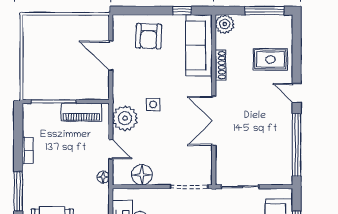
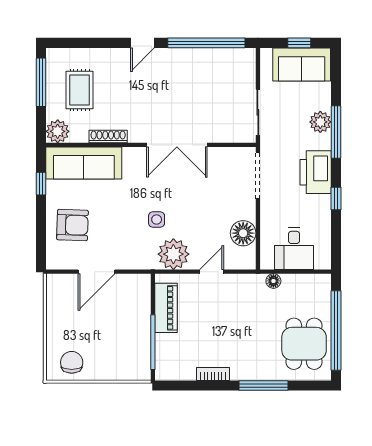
chair: (37, 36) -> (72, 362), added
rug: (270, 59) -> (80, 90), moved
floor lamp: (103, 177) -> (273, 281), moved

